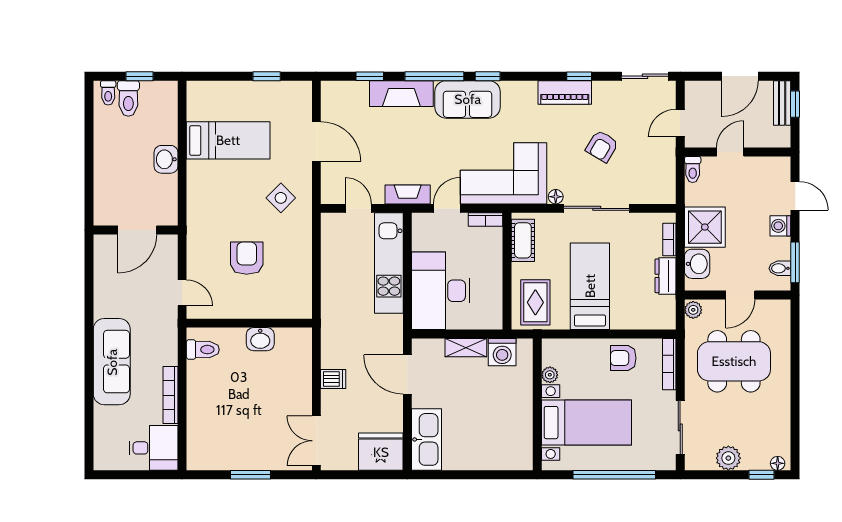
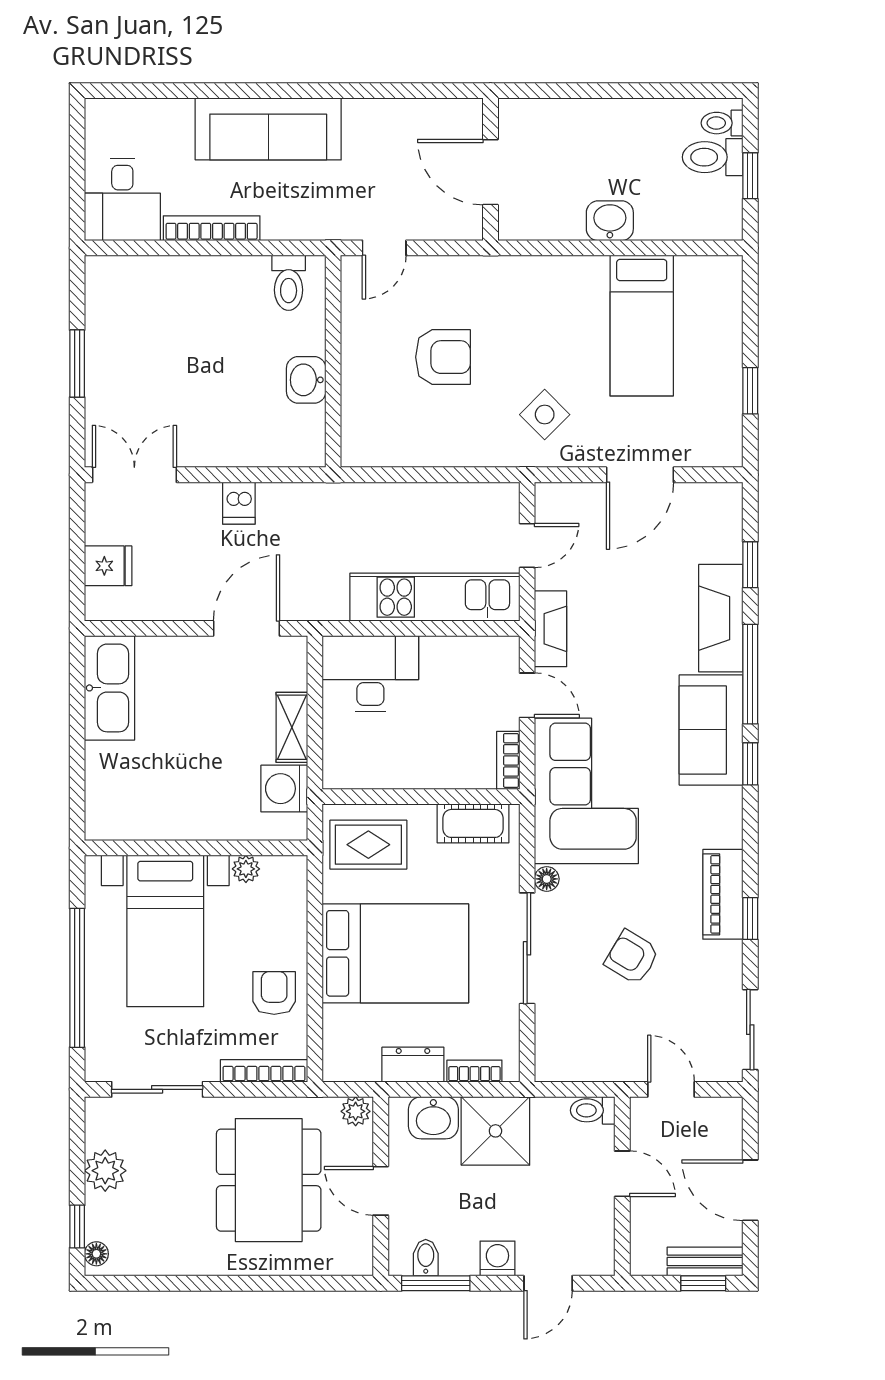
bed: (590, 286) -> (395, 953), width x1.50
desk: (441, 291) -> (370, 674), width x0.73, depth x0.77
kitchen sink: (427, 439) -> (109, 688), moved, turned -90
fridge: (381, 452) -> (108, 566), width x0.53, depth x0.75

